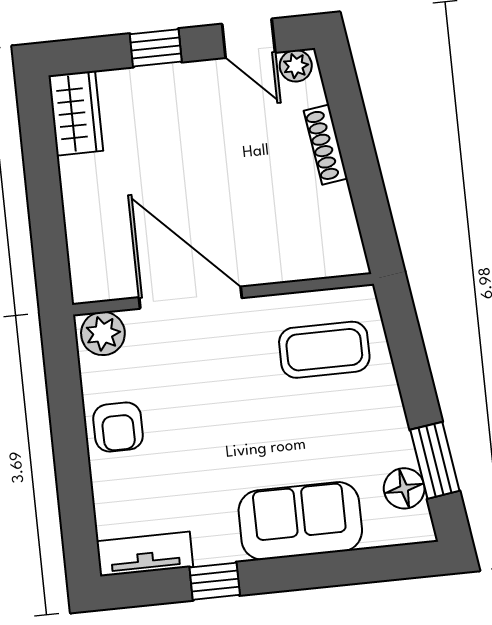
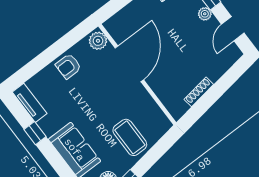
plant: (296, 66) -> (205, 14), moved
shoe rack: (326, 145) -> (199, 92), moved
coffee table: (324, 350) -> (130, 137), moved

